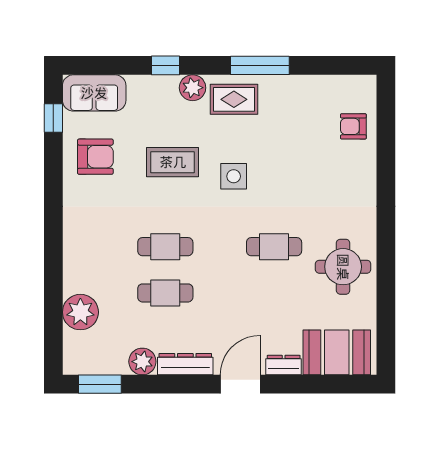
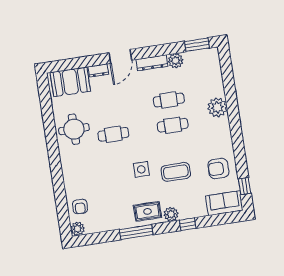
plant: (364, 87) -> (78, 229), added
armchair: (353, 126) -> (80, 207), turned 92
plant: (80, 312) -> (217, 107), moved

